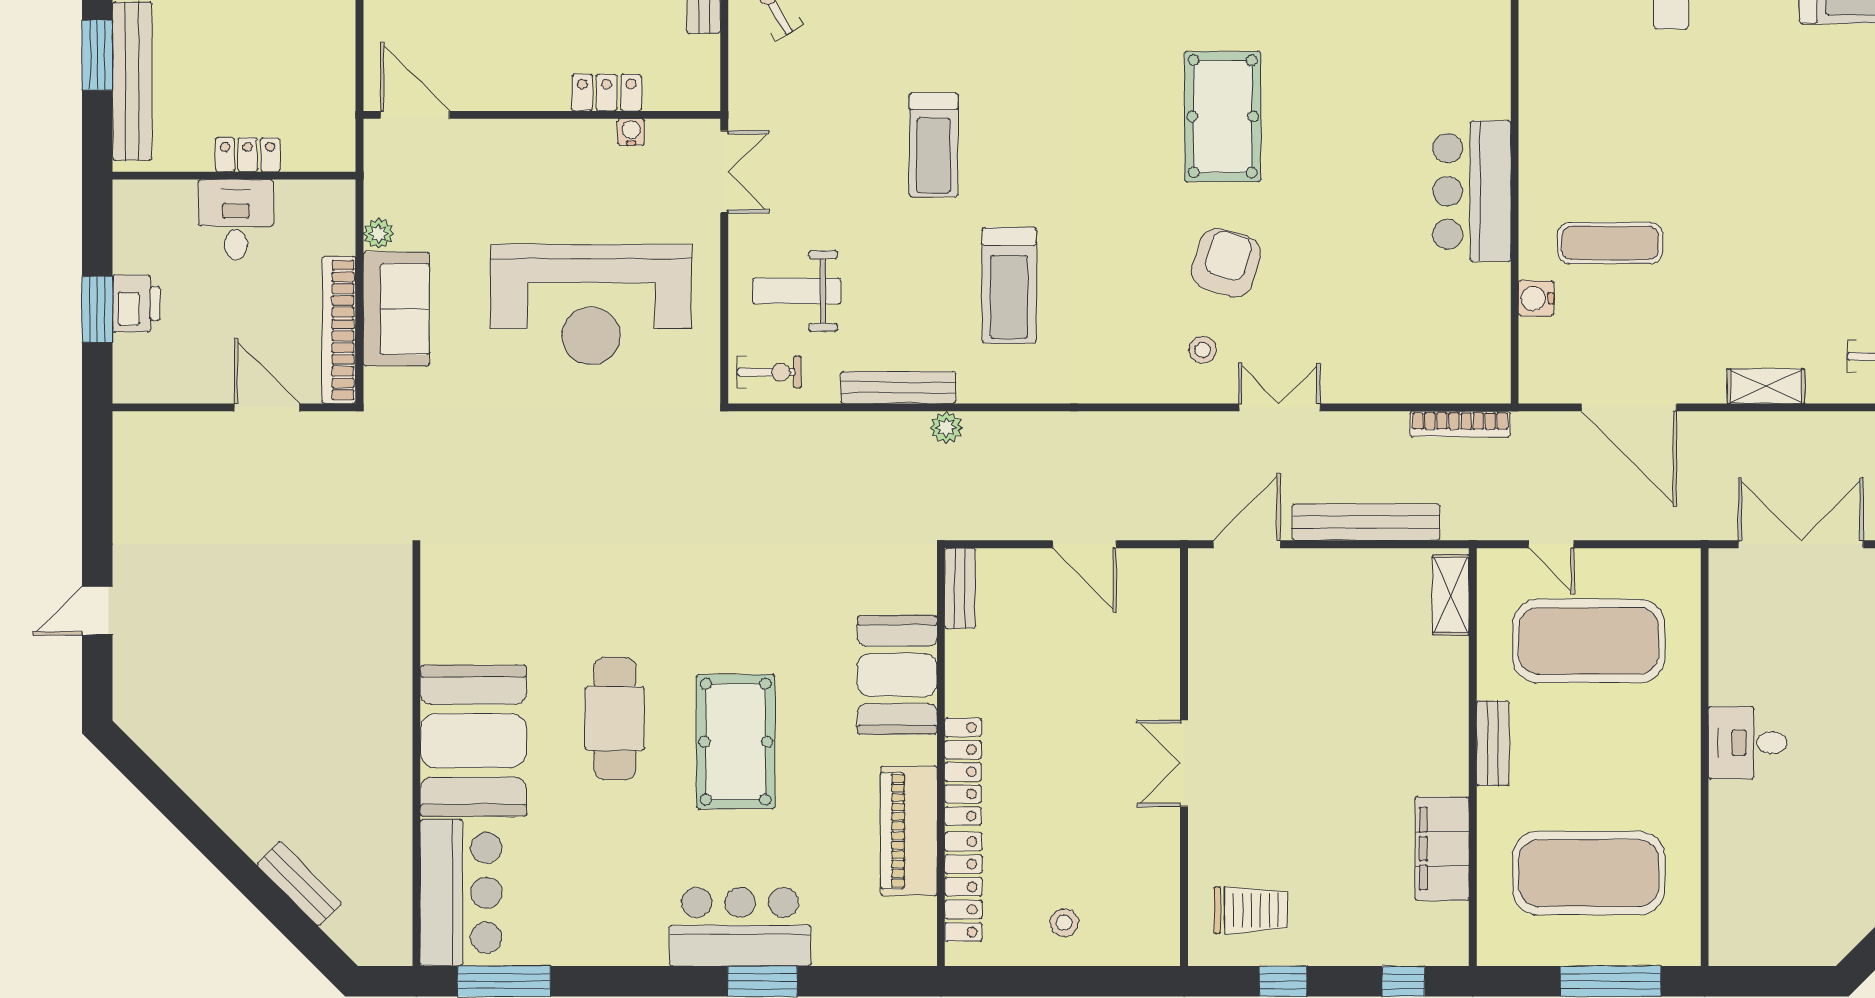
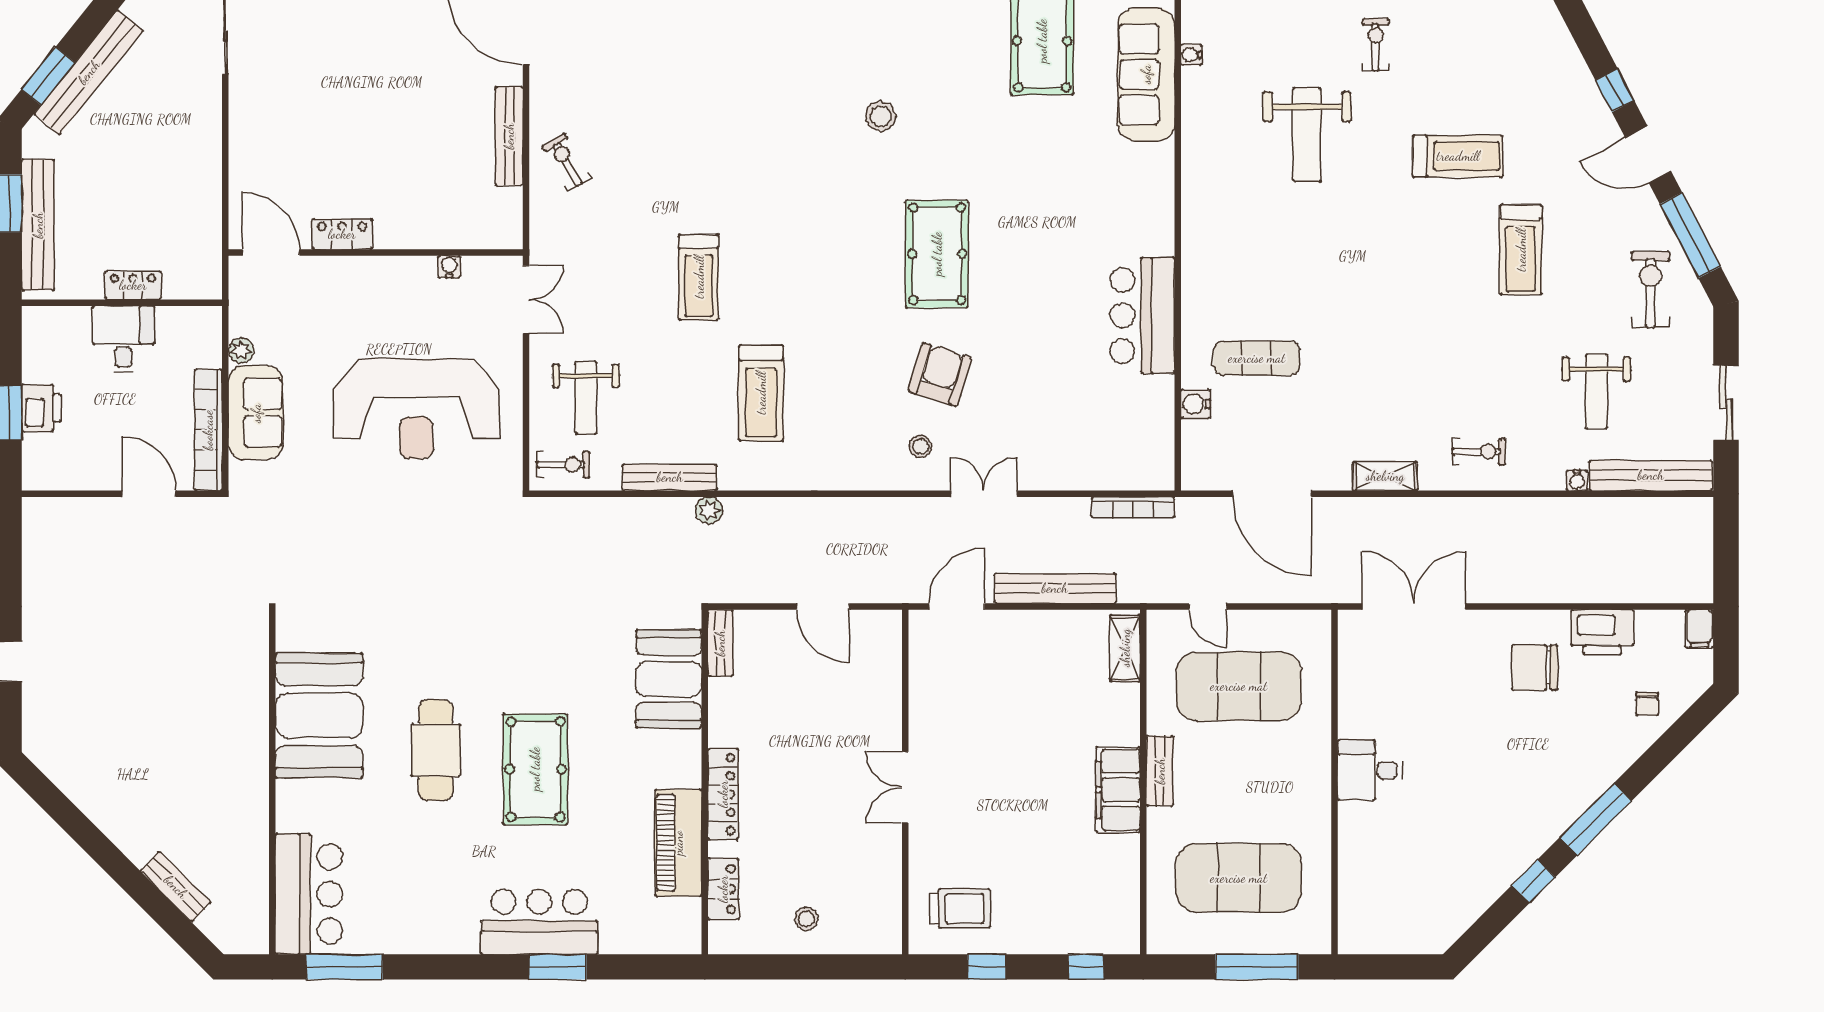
locker: (607, 93) -> (342, 234), moved
weight bench: (797, 291) -> (586, 398), turned -90
booth: (897, 675) -> (669, 679), moved
booth: (473, 741) -> (319, 715), moved
filing cabinet: (1442, 849) -> (1118, 790), moved
locker: (963, 887) -> (723, 889), width x0.66

